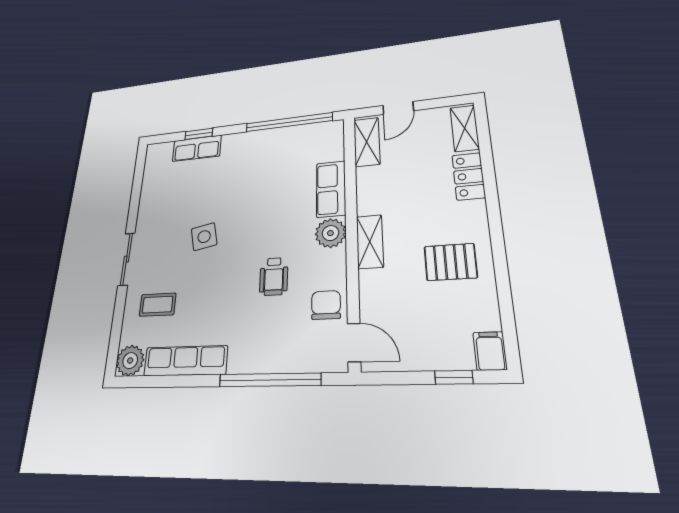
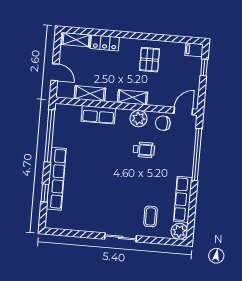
shelving: (367, 142) -> (90, 94), moved
row of seats: (197, 148) -> (56, 179), width x2.02
plant: (330, 233) -> (139, 119), moved
side table: (204, 237) -> (114, 189), removed

